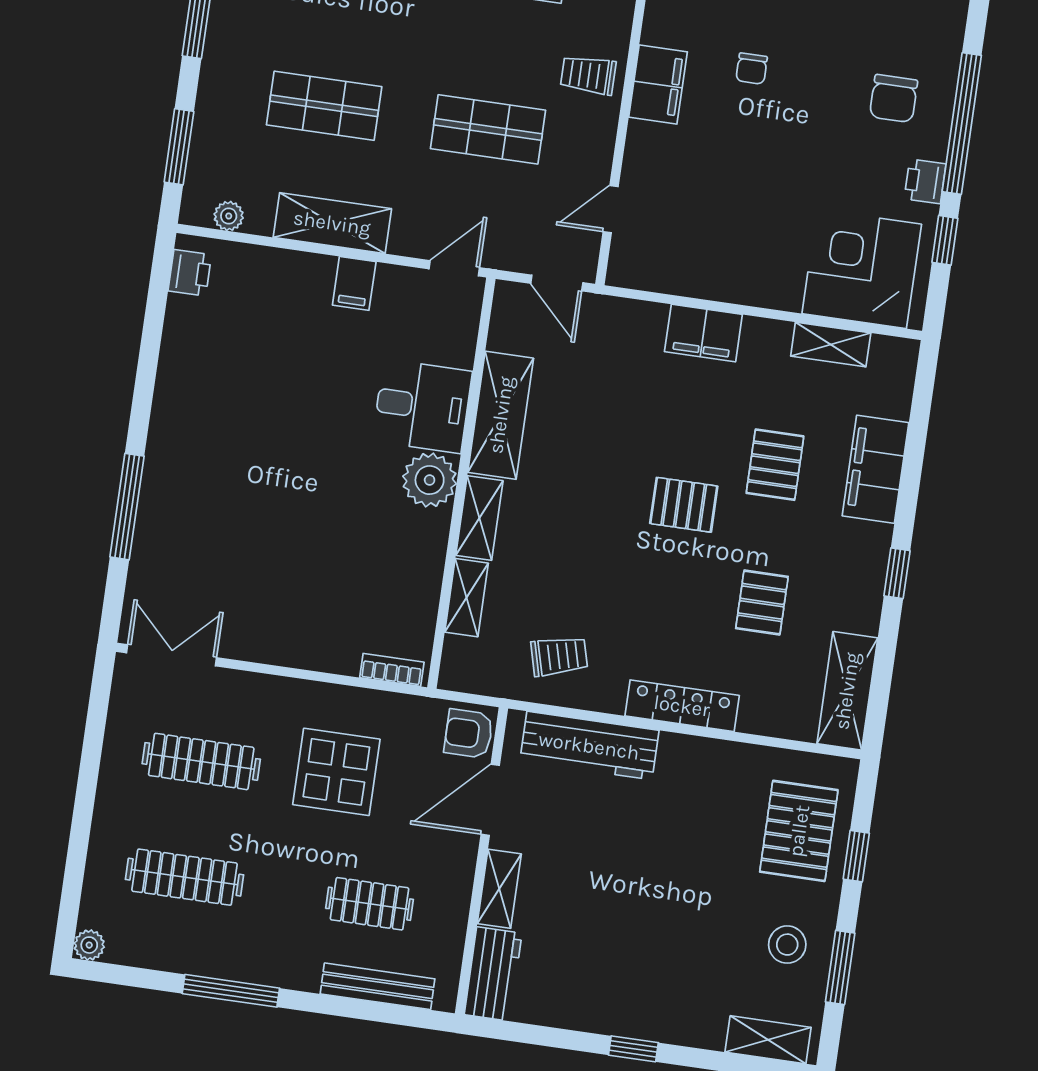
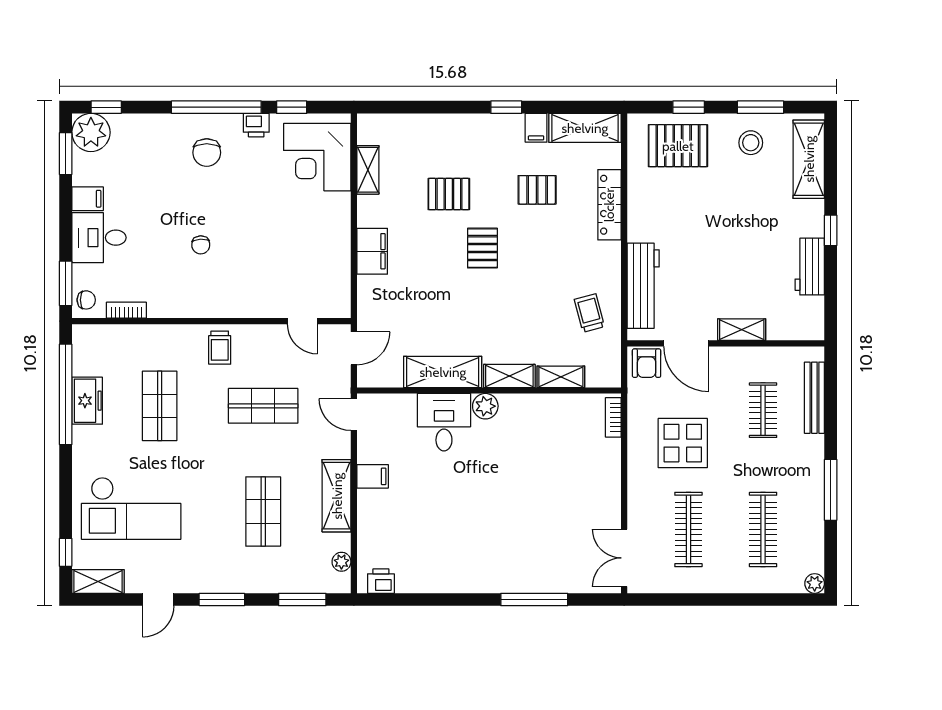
chair: (752, 69) -> (201, 245), turned 87
filing cabinet: (658, 85) -> (219, 303), removed
chair: (894, 98) -> (207, 153), turned 90
shop shelf: (488, 129) -> (263, 406), turned 90
filing cabinet: (875, 469) -> (536, 128), moved, width x0.33, depth x0.86
plant: (430, 480) -> (485, 406), width x0.73, depth x0.73
locker: (682, 706) -> (609, 205), moved
workbench: (493, 974) -> (810, 267), moved, turned -90
shelving: (768, 1040) -> (809, 159), width x1.50, depth x1.33

